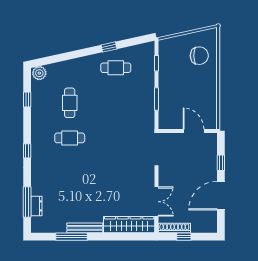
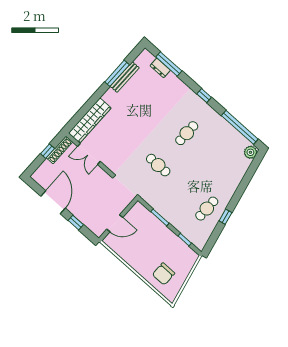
window: (27, 100) -> (240, 127), width x3.17
cafe table: (70, 103) -> (158, 165), moved
bench: (85, 228) -> (125, 77), moved

